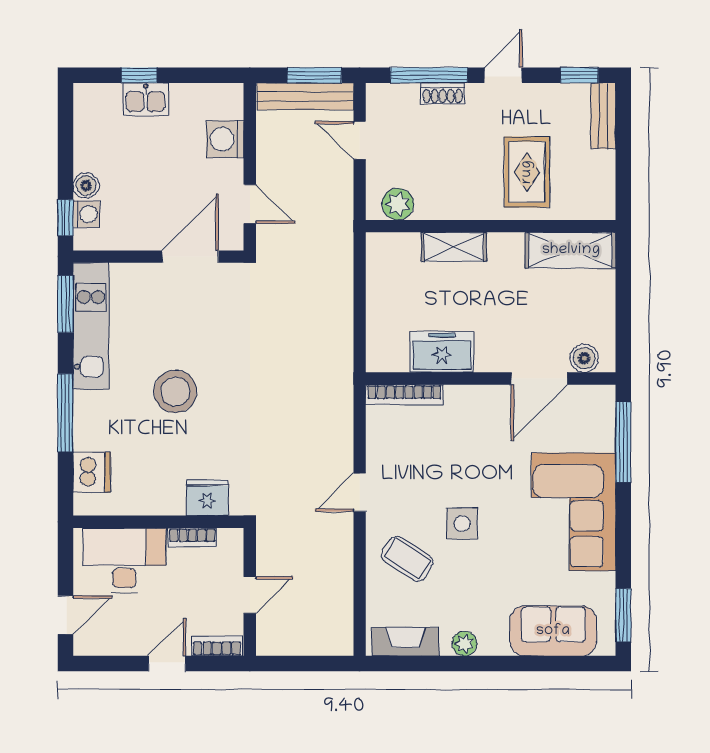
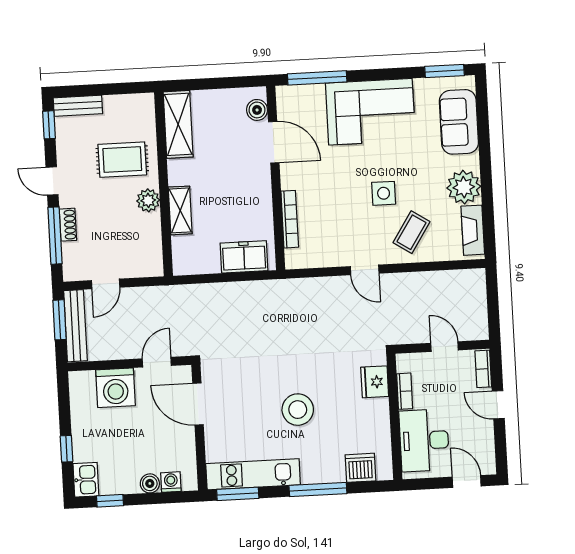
kitchen sink: (146, 99) -> (86, 480), moved
washing machine: (225, 139) -> (116, 388), width x1.37, depth x1.37
plant: (398, 204) -> (148, 200), moved
window: (65, 218) -> (110, 501), moved
freezer: (442, 352) -> (244, 257), moved, turned 90
bookcase: (404, 395) -> (290, 219), moved
plant: (464, 644) -> (464, 187), width x1.88, depth x1.88

